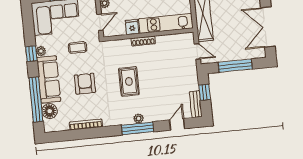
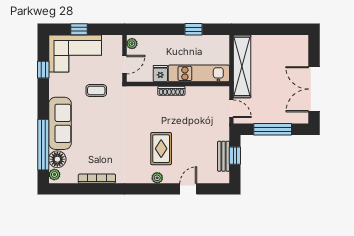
plant: (41, 51) -> (54, 174), moved
window: (31, 54) -> (43, 70), moved
rug: (129, 81) -> (161, 149), moved
armchair: (85, 84) -> (100, 132), removed
bench: (196, 104) -> (224, 156), moved
door: (177, 124) -> (188, 189), moved
window: (138, 128) -> (155, 189), removed

